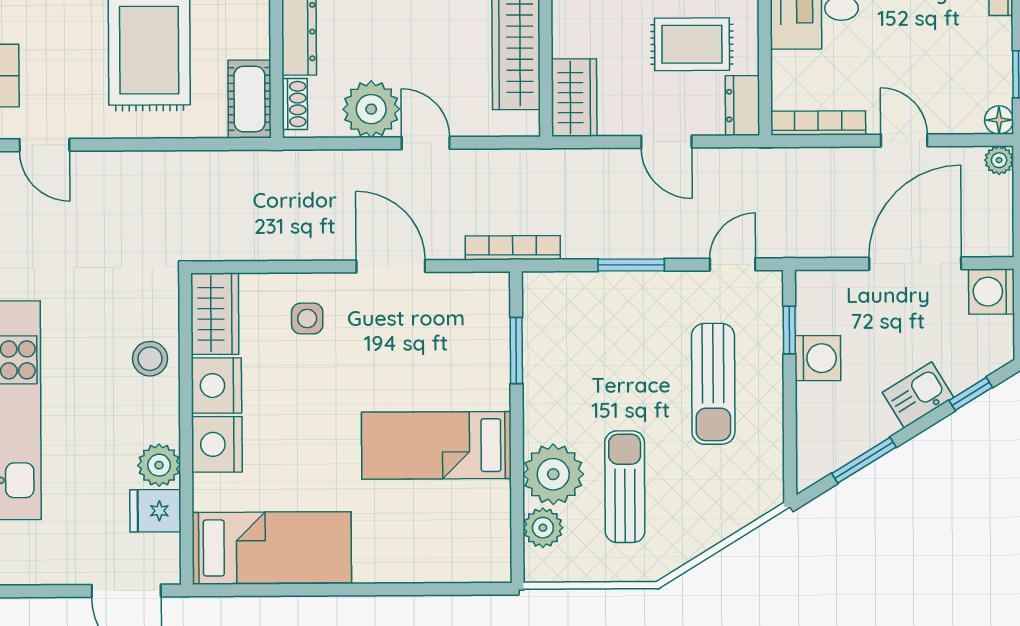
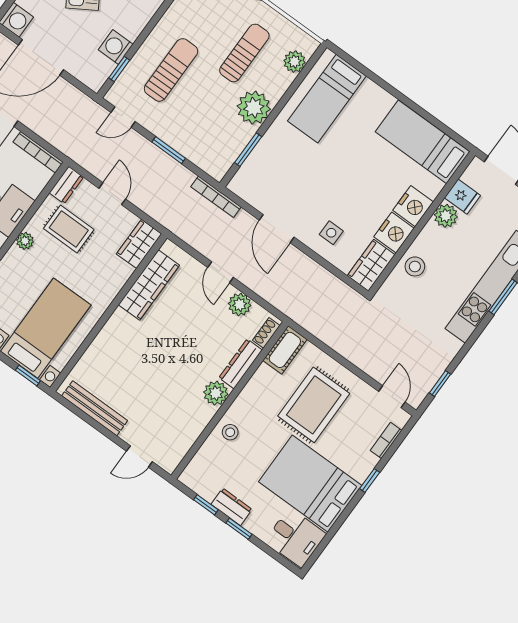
plant: (371, 109) -> (240, 305), width x0.73, depth x0.73
bed: (436, 445) -> (327, 99), moved, turned 90
plant: (553, 474) -> (254, 108), moved
sun lounger: (625, 487) -> (244, 53), turned 180

